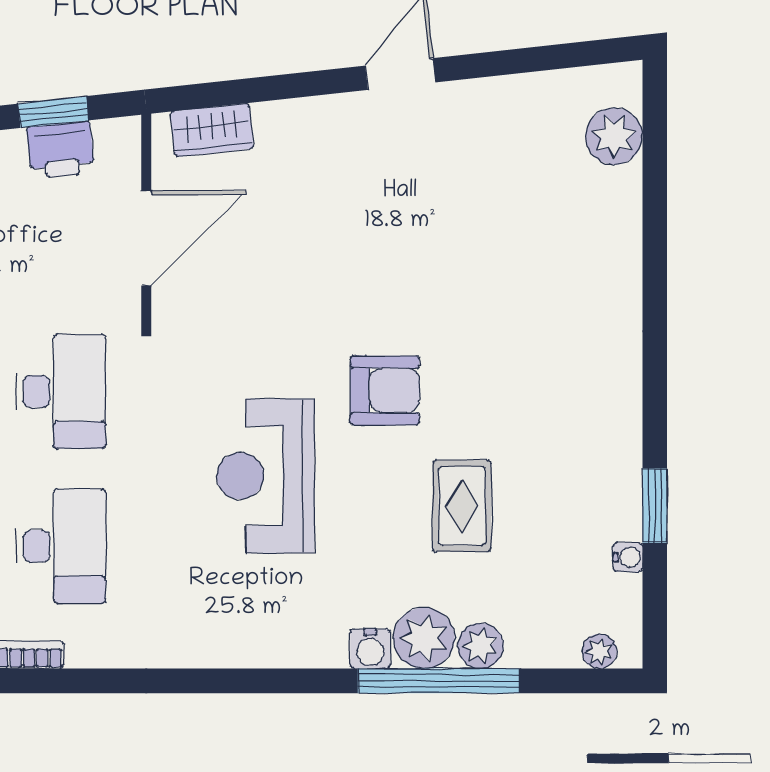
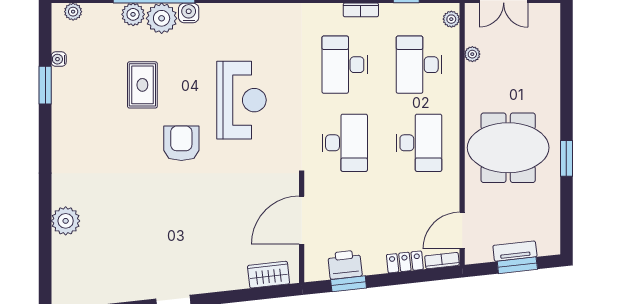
plant: (614, 136) -> (66, 221), moved
armchair: (385, 390) -> (181, 143), turned 90
desk: (61, 391) -> (345, 143), turned 180

